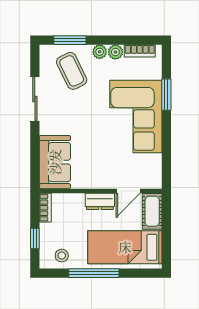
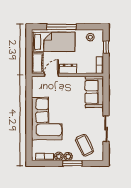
window: (70, 40) -> (72, 163), moved
window: (166, 95) -> (29, 131), removed
window: (94, 273) -> (61, 27), moved

